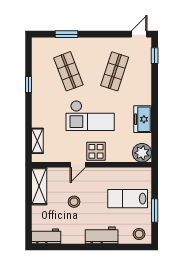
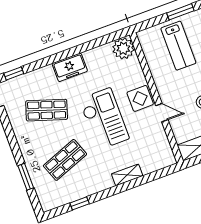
window: (28, 84) -> (80, 203), moved
freezer: (143, 119) -> (70, 67), moved
shelving: (37, 141) -> (127, 175), moved

